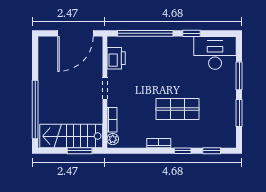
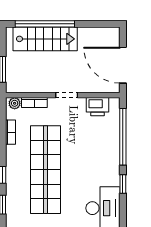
shop shelf: (177, 109) -> (45, 170), width x2.00, depth x1.36
stairs: (71, 136) -> (45, 39), moved, turned 90
bookcase: (159, 143) -> (11, 132), moved

